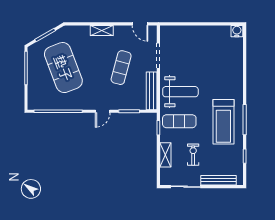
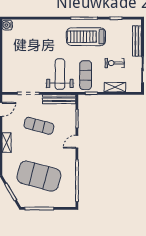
exercise mat: (63, 68) -> (39, 176), turned 36
door: (103, 111) -> (77, 142), swing flipped
treadmill: (223, 122) -> (86, 37), turned 180

